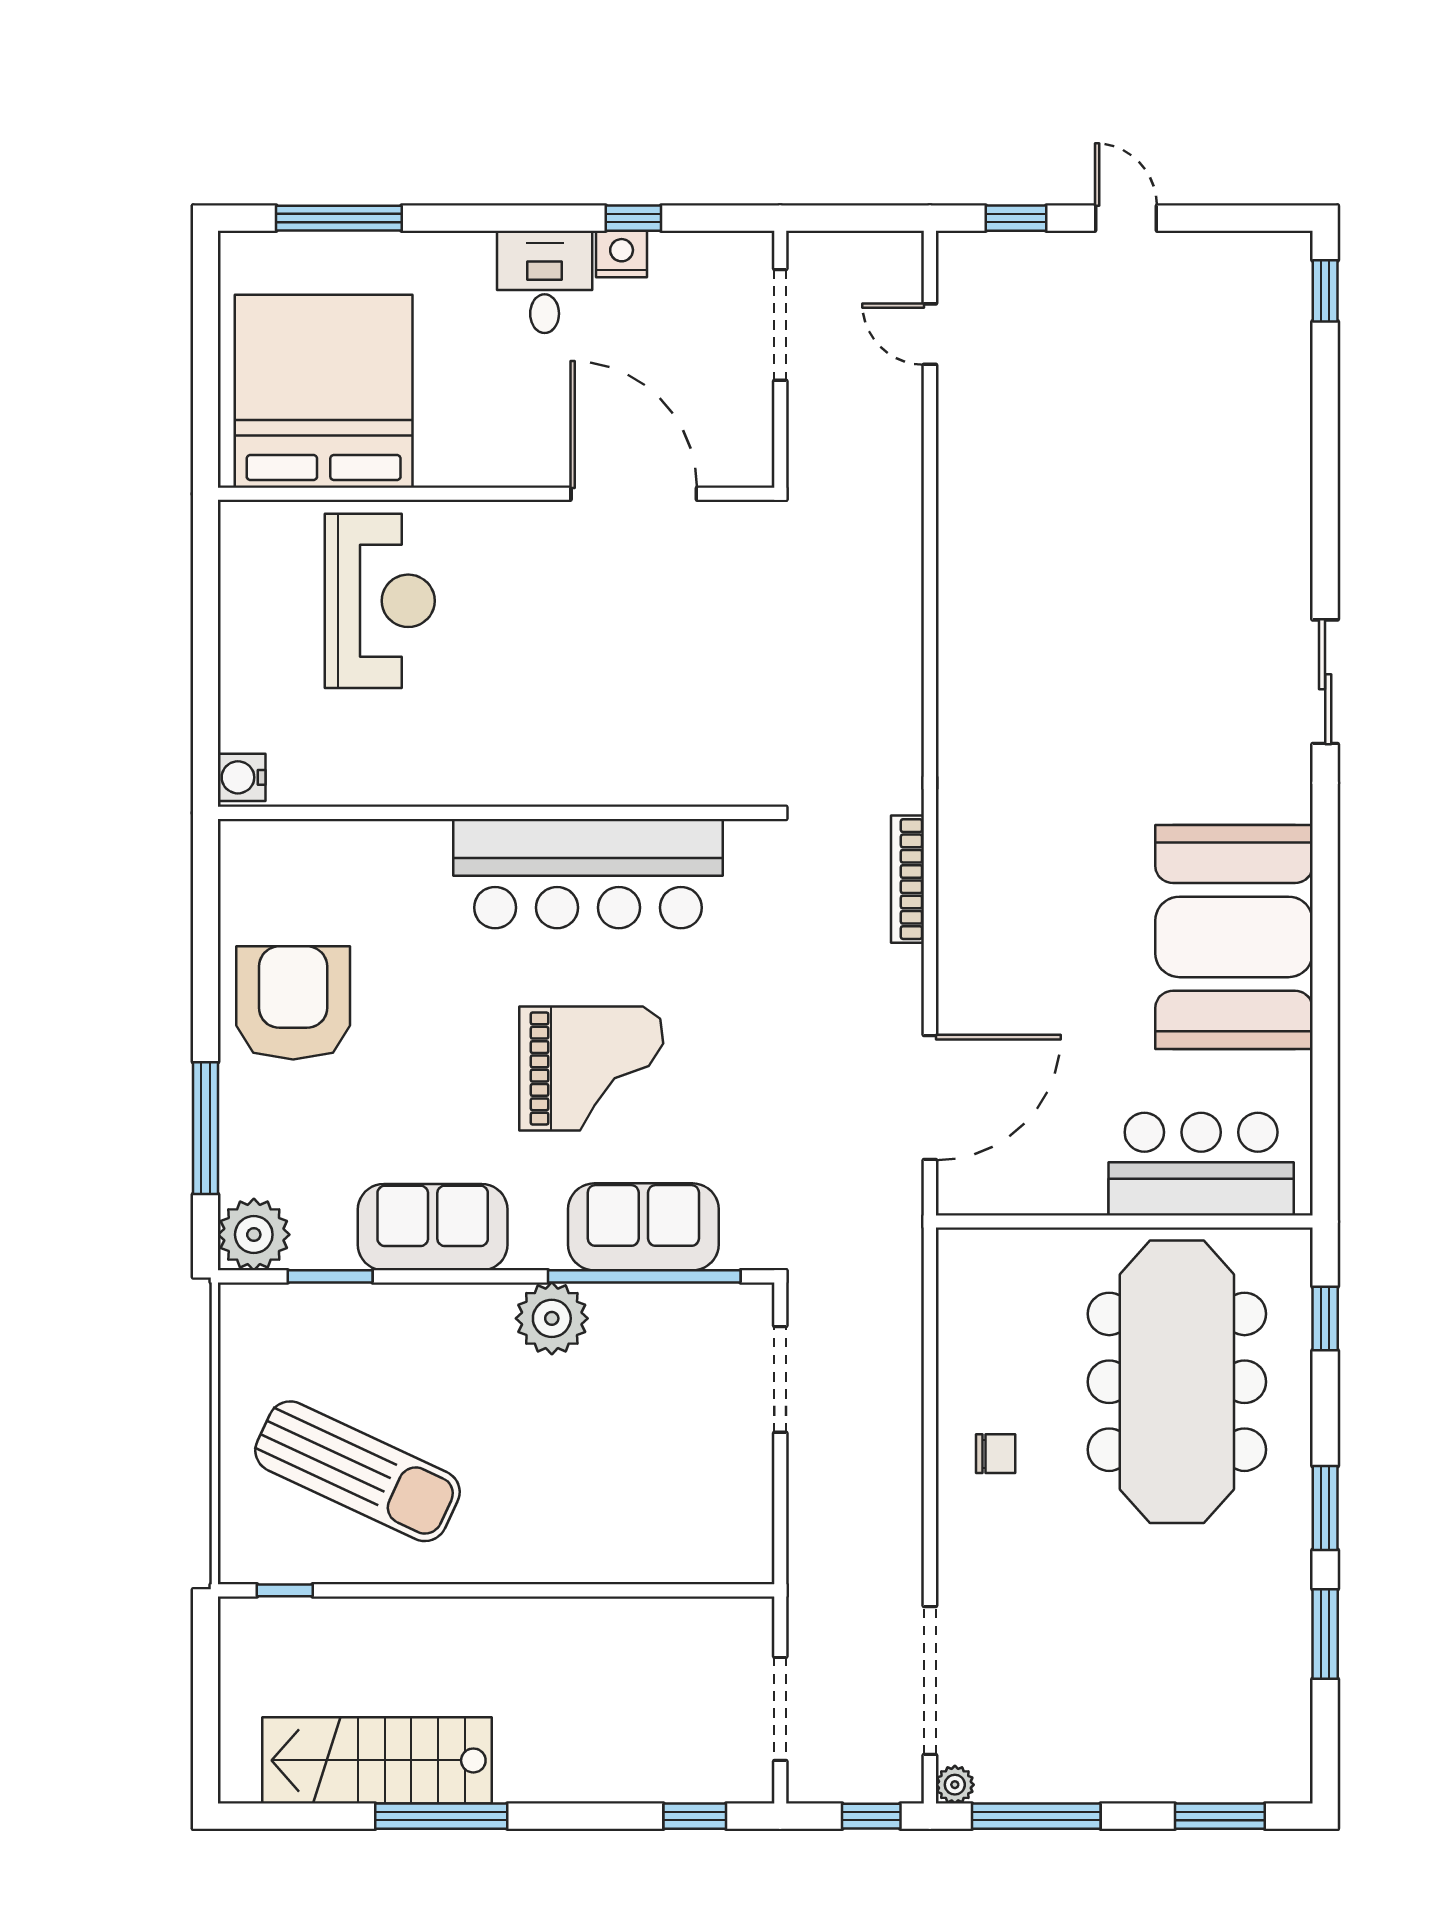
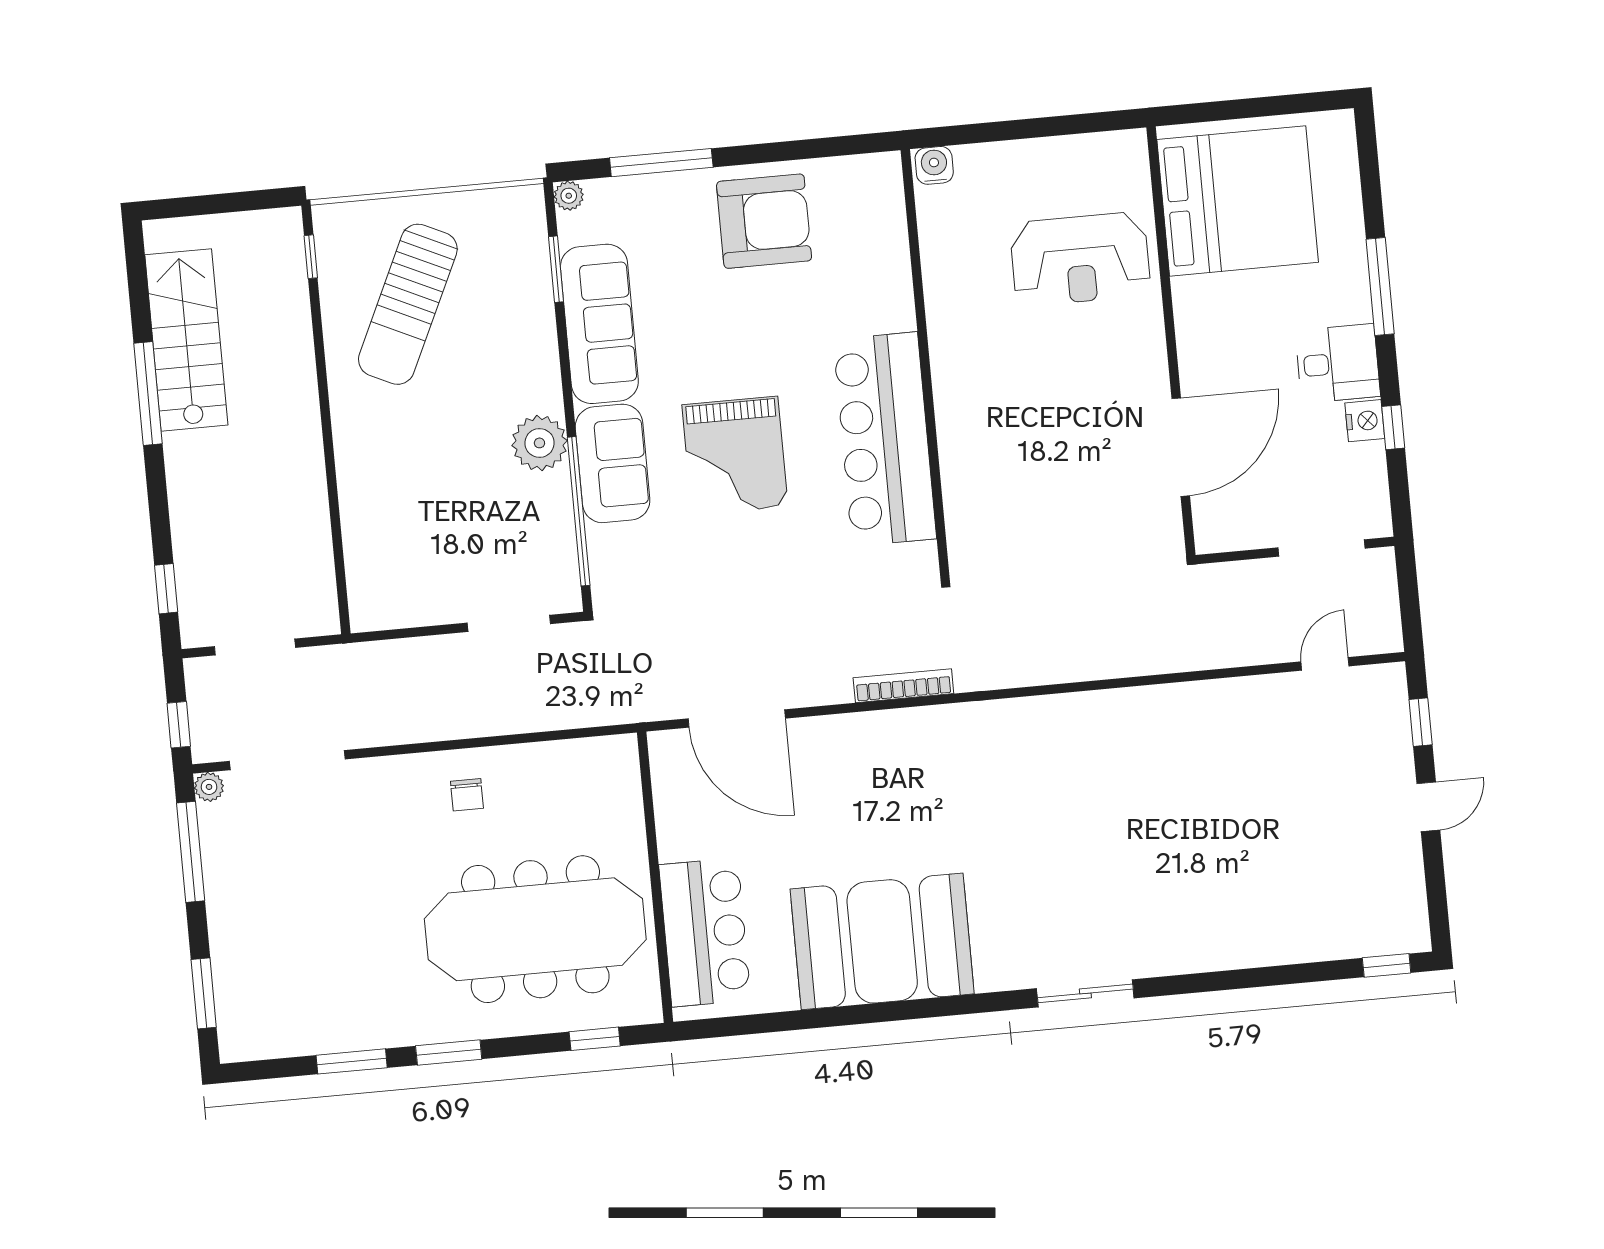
window: (339, 218) -> (1380, 287), moved
sofa: (433, 1227) -> (599, 324), width x1.36
sofa: (643, 1227) -> (613, 463), moved
plant: (254, 1235) -> (569, 196), width x0.53, depth x0.53

